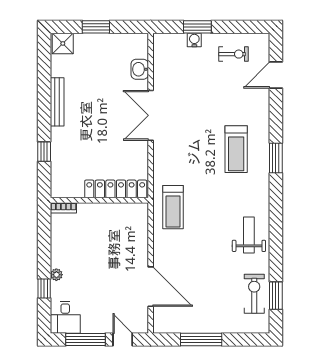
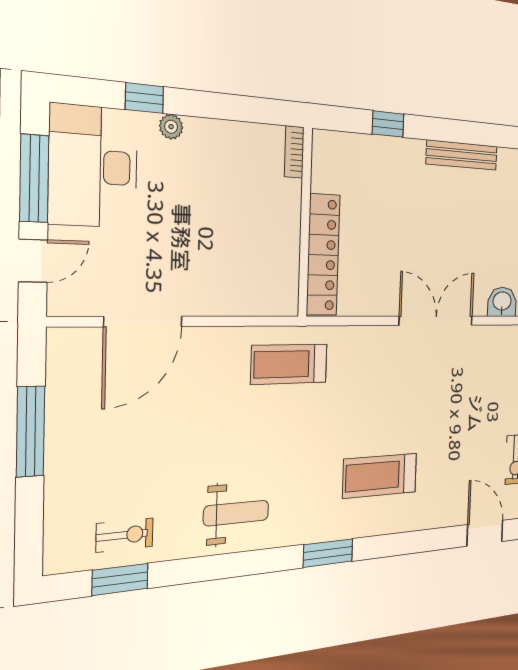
window: (276, 158) -> (328, 553), moved
exercise bike: (254, 294) -> (125, 535), width x0.73, depth x0.72
desk: (65, 317) -> (93, 167), width x1.87, depth x1.30

